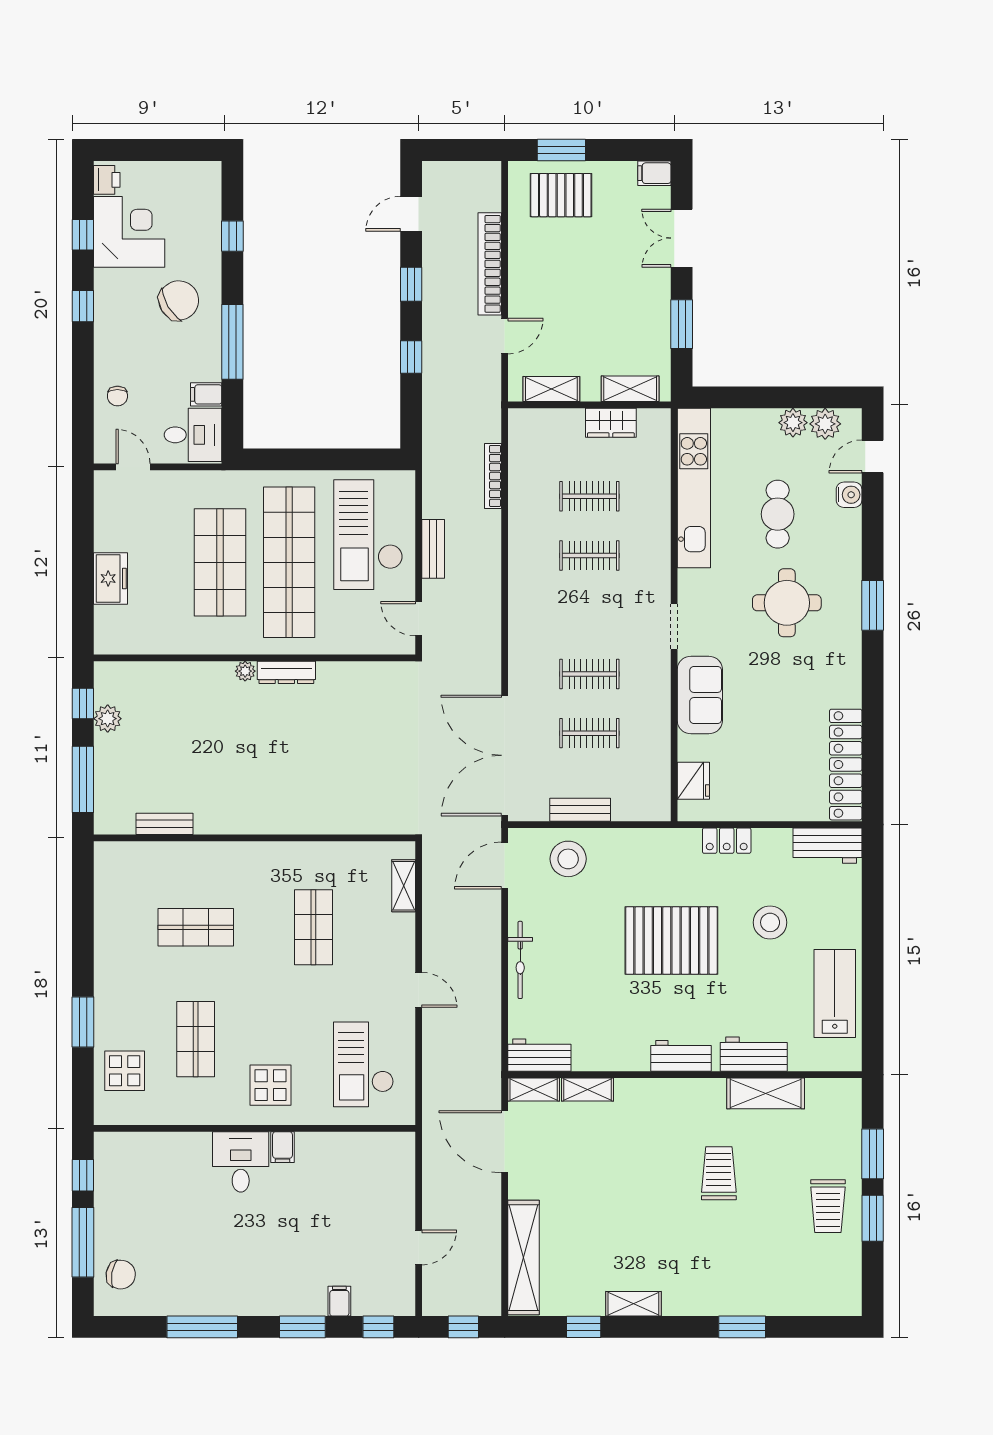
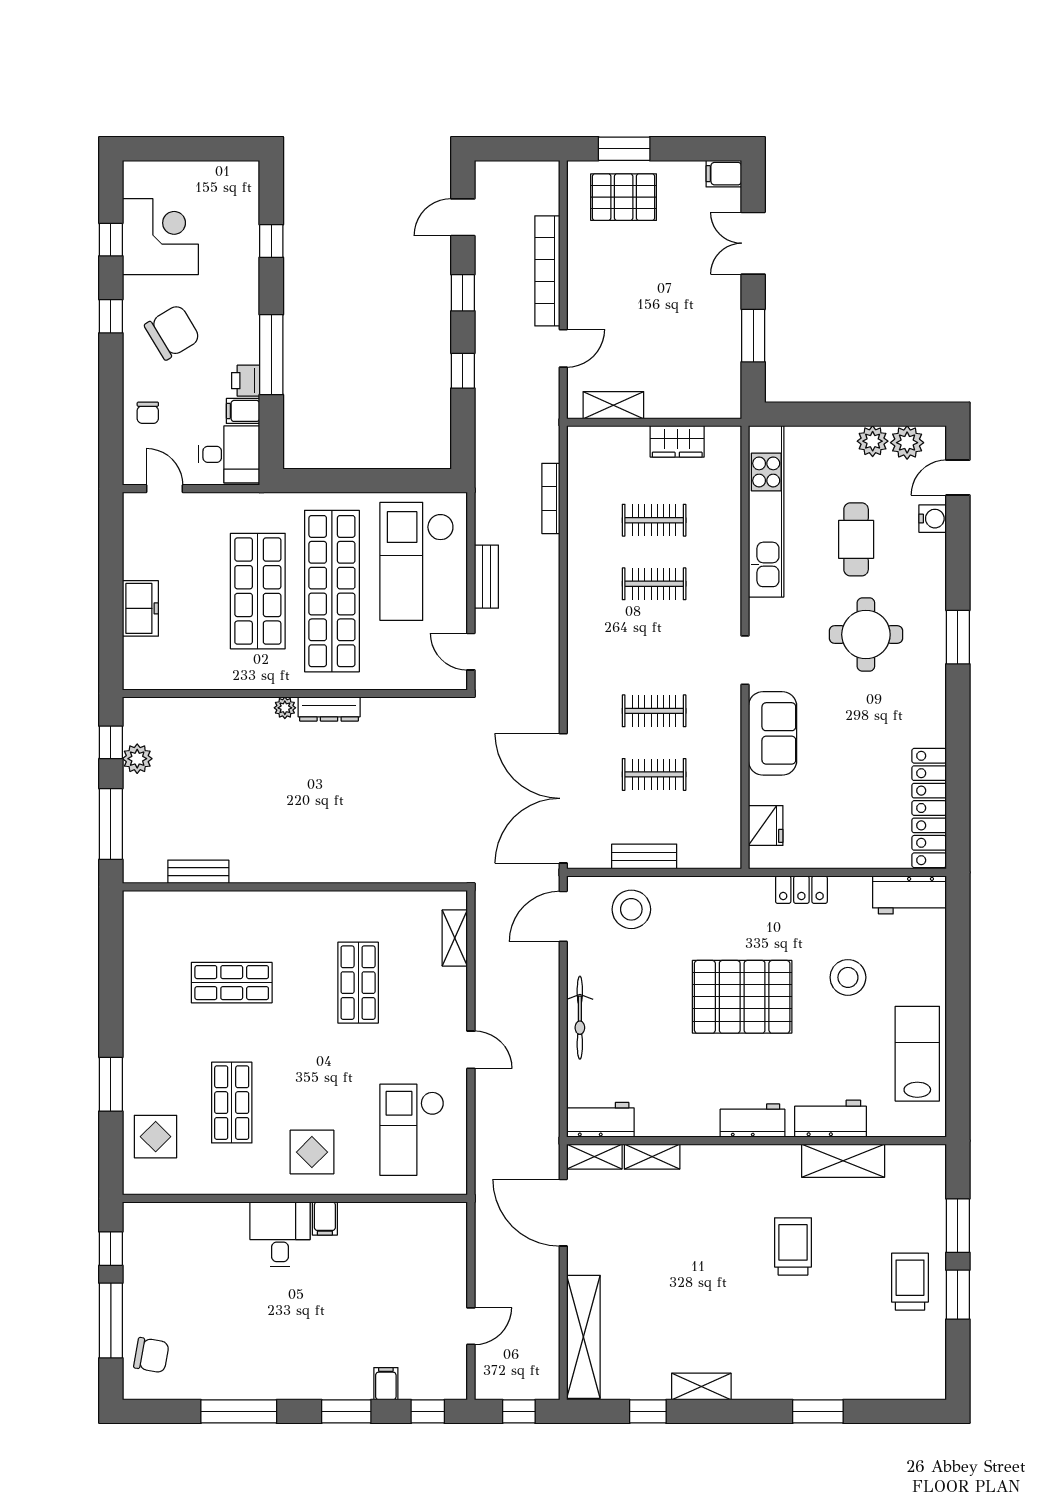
printer: (107, 180) -> (246, 381), moved, turned 180
chair: (179, 300) -> (172, 332), moved
shelving: (630, 389) -> (698, 405), removed
trolley: (828, 1206) -> (910, 1282), turned 180

